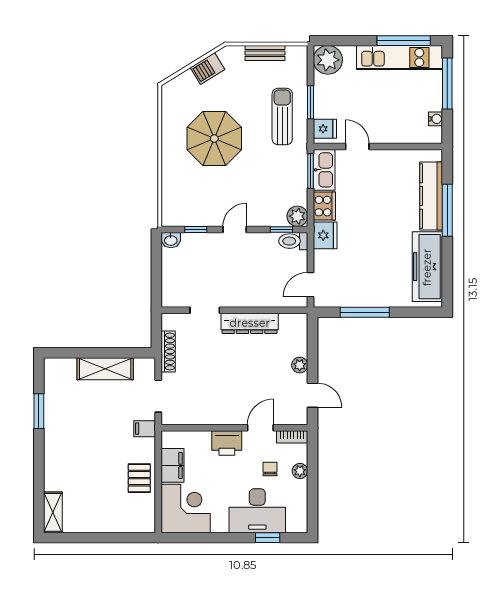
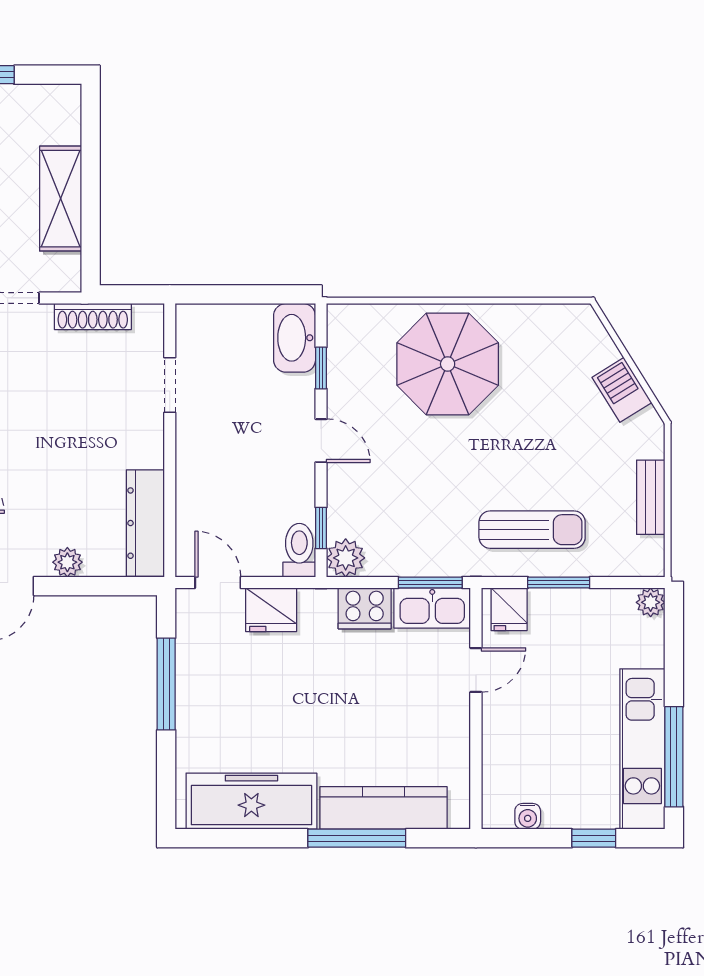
plant: (328, 60) -> (651, 602), width x0.53, depth x0.53
window: (447, 83) -> (594, 838), width x0.46
parasol: (214, 139) -> (448, 364), moved
fridge: (325, 235) -> (271, 610), moved
washbasin: (171, 240) -> (295, 338), width x1.91, depth x1.45
dresser: (250, 323) -> (145, 523), moved

